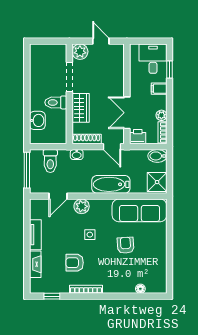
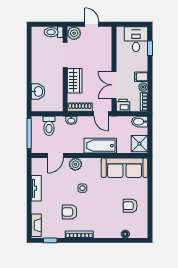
filing cabinet: (159, 89) -> (141, 77), moved
toilet: (56, 102) -> (54, 32), moved
armchair: (126, 245) -> (130, 206), moved, turned -86
fireplace: (35, 264) -> (36, 225), moved

